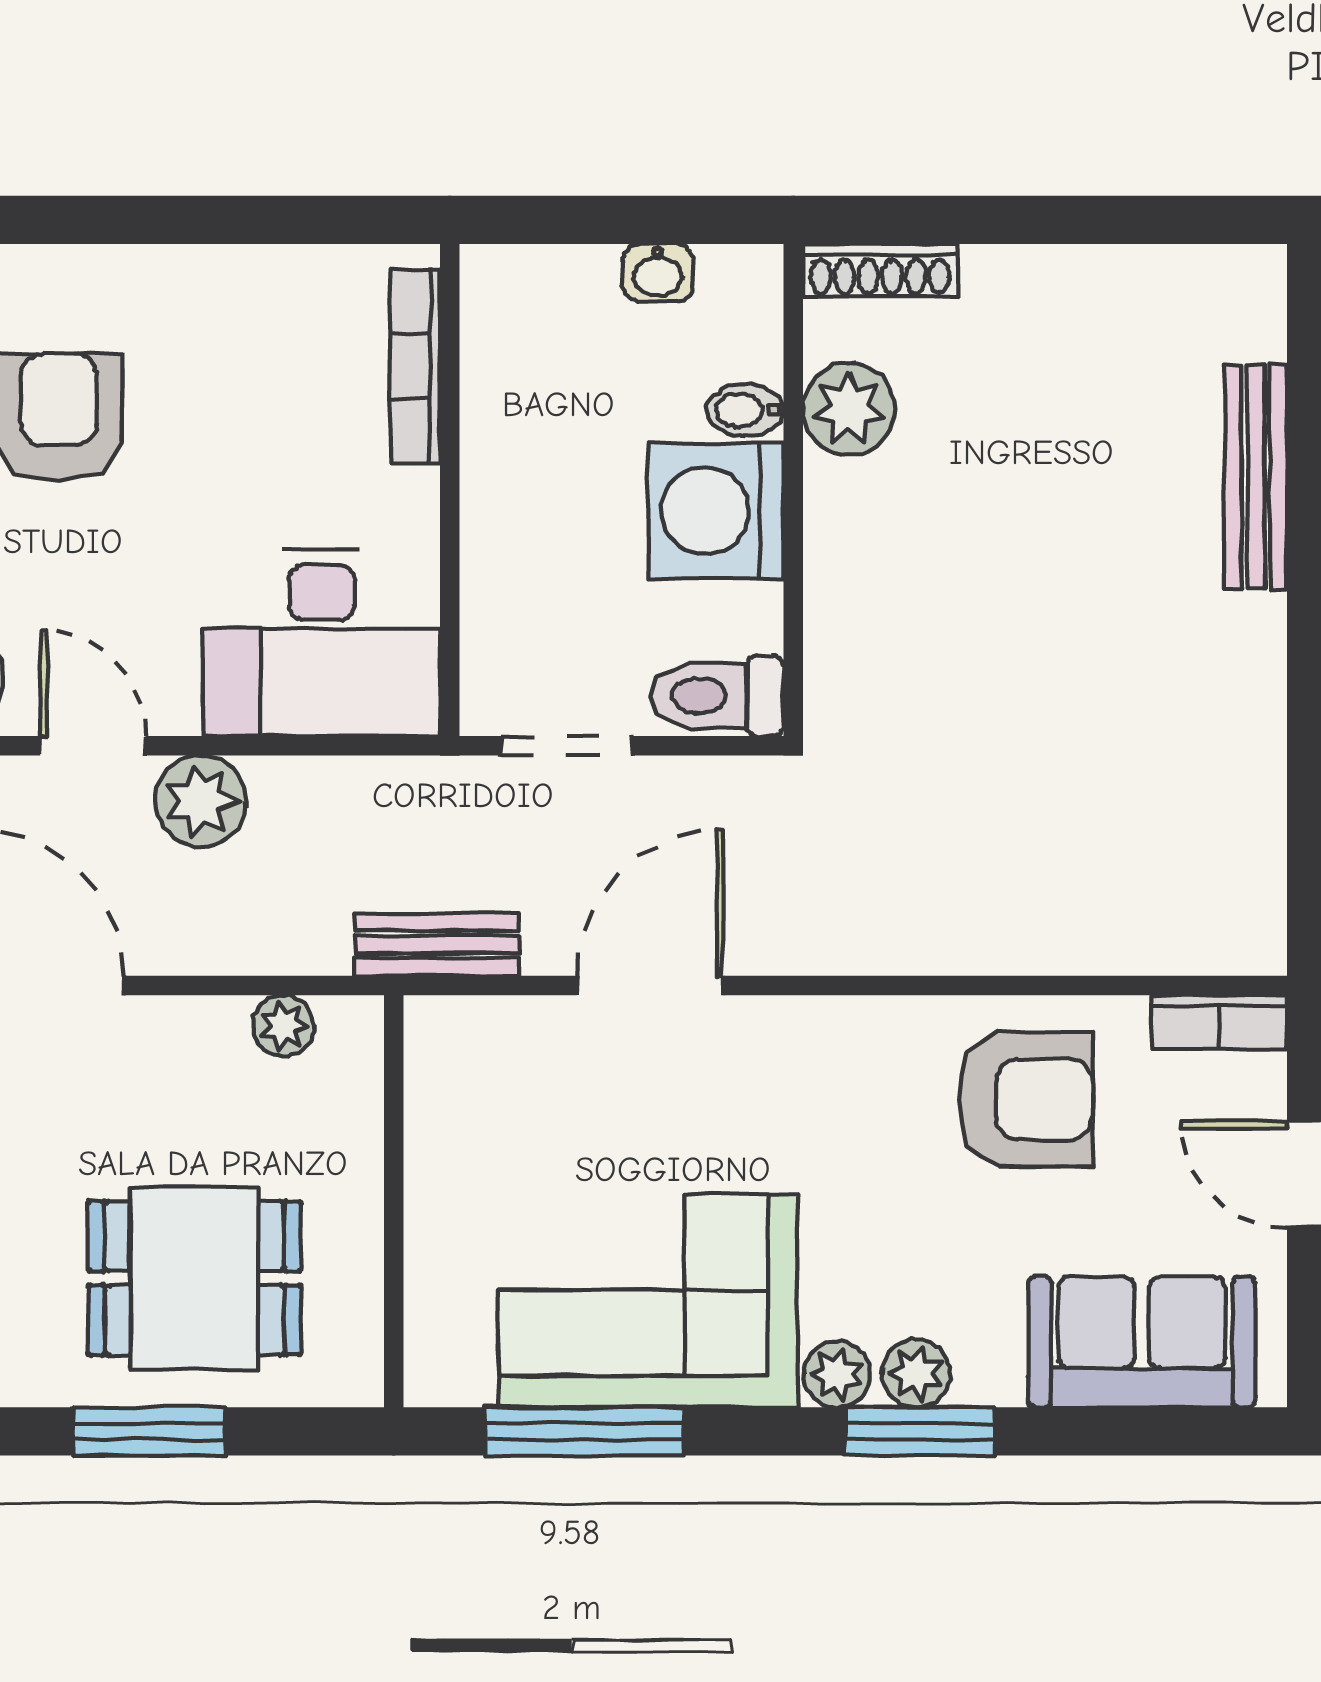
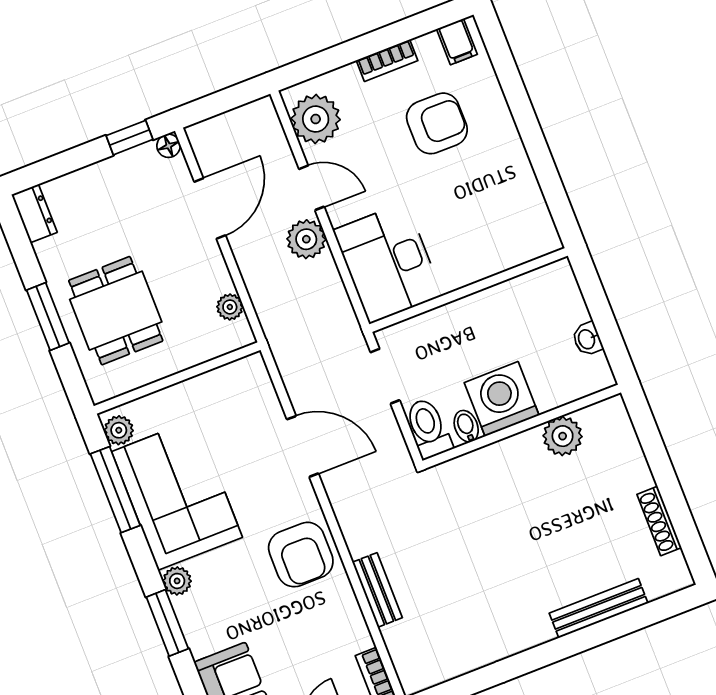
shoe rack: (880, 270) -> (659, 521), moved
bookcase: (415, 366) -> (512, 257), removed
bidet: (745, 410) -> (466, 426), moved
door: (93, 746) -> (312, 188), hinge flipped
bench: (437, 945) -> (377, 590), moved
armchair: (1025, 1099) -> (301, 555), moved
plant: (916, 1373) -> (119, 430), moved

